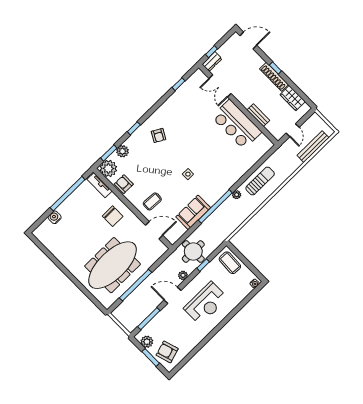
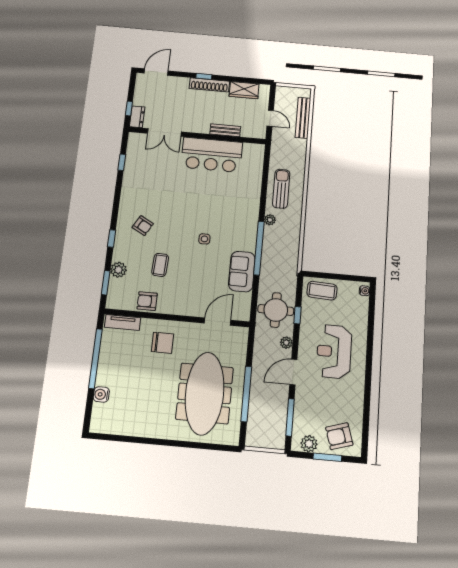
plant: (108, 168) -> (118, 298), removed
coffee table: (152, 201) -> (160, 265), moved
reception desk: (206, 303) -> (334, 352), turned 180

